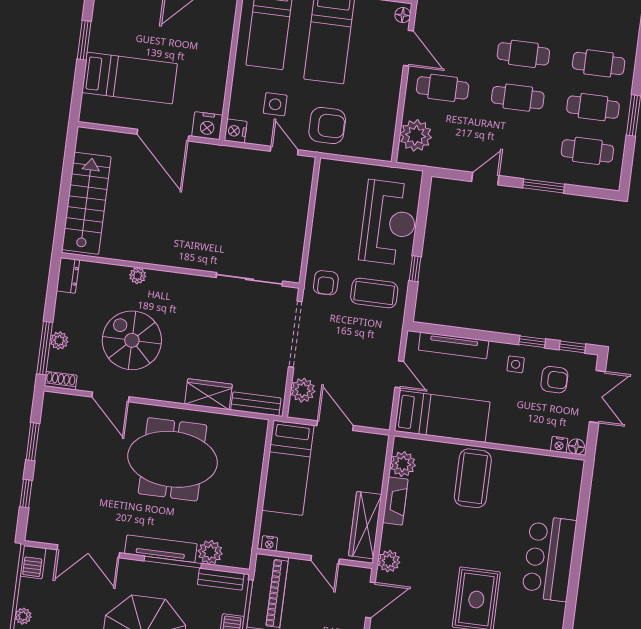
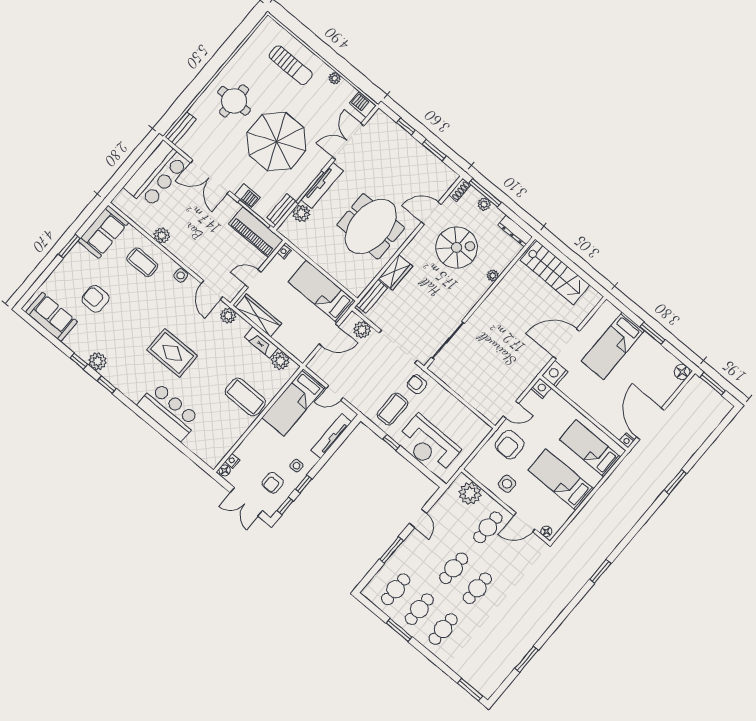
side table: (275, 104) -> (507, 484), moved
dresser: (68, 275) -> (515, 231), width x1.44

